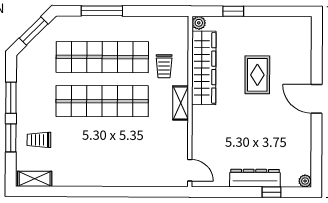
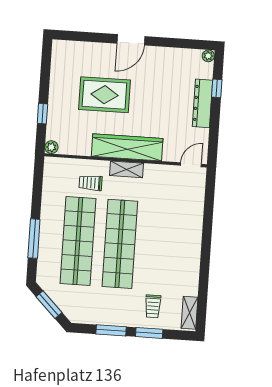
trolley: (164, 66) -> (91, 183), turned 180
wardrobe: (204, 68) -> (127, 147), moved
rug: (257, 75) -> (104, 95), width x1.36, depth x1.43

